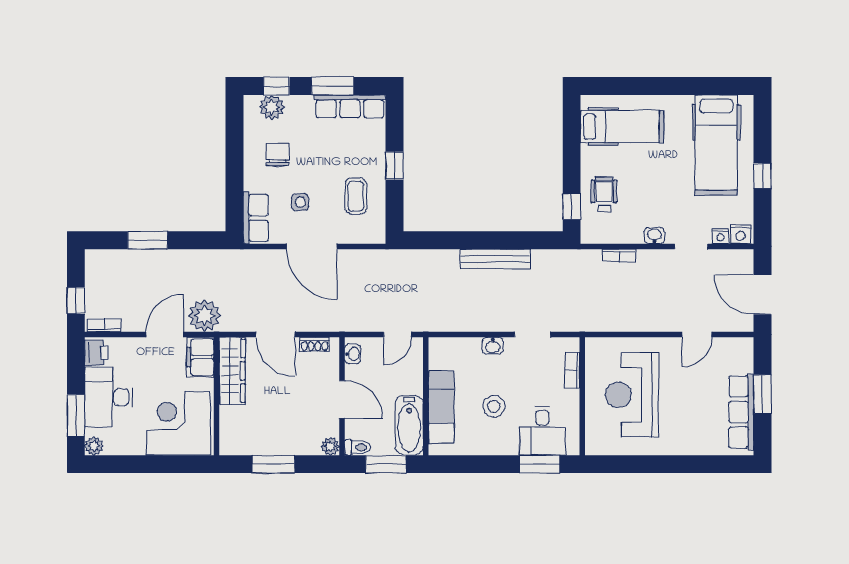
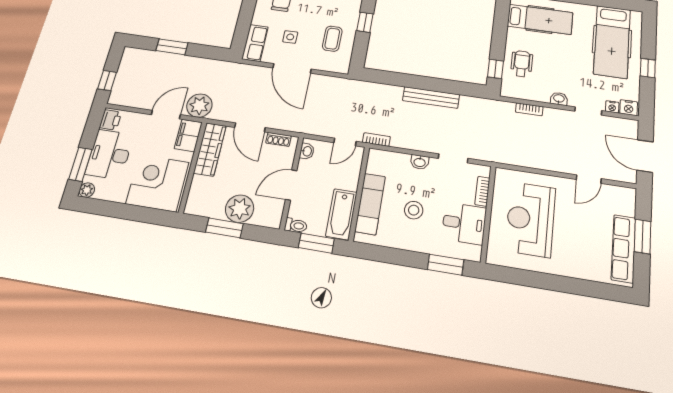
bookcase: (104, 325) -> (376, 140), moved
door: (342, 399) -> (291, 185), swing flipped
desk: (542, 431) -> (464, 223), moved, turned -90
plant: (330, 446) -> (240, 209), moved, width x1.88, depth x1.88

